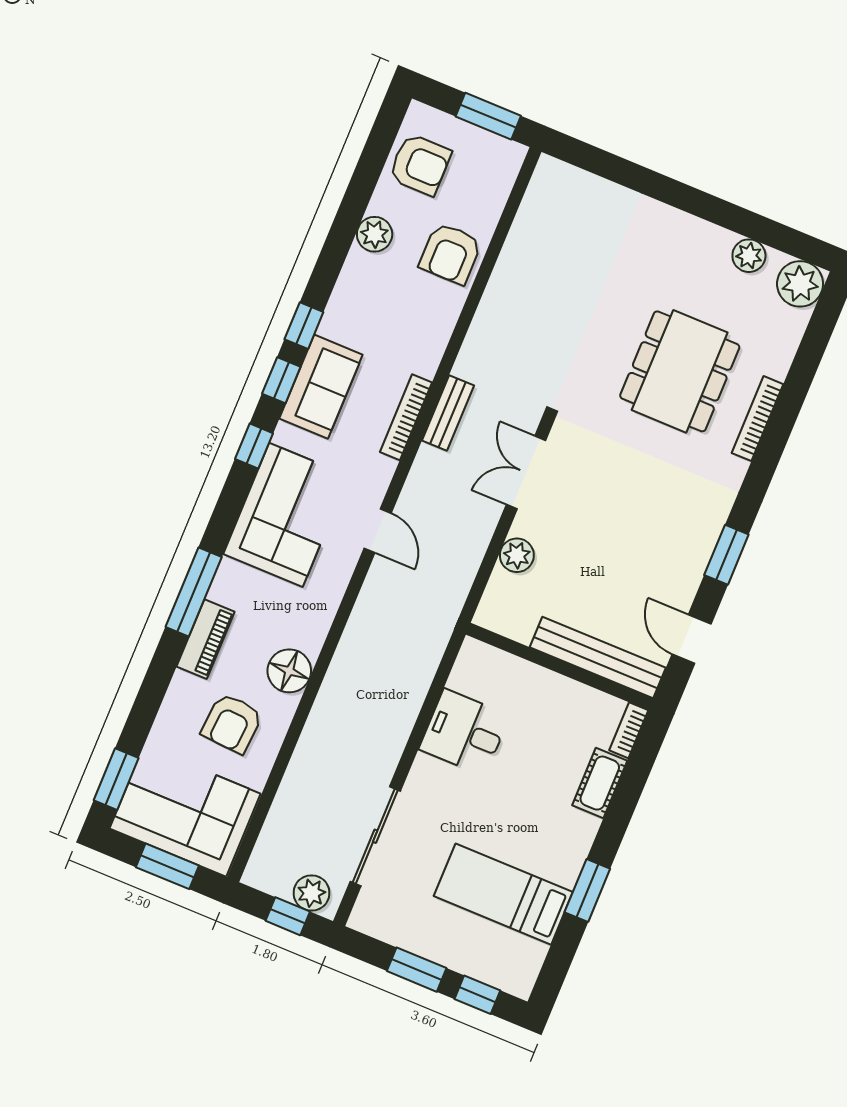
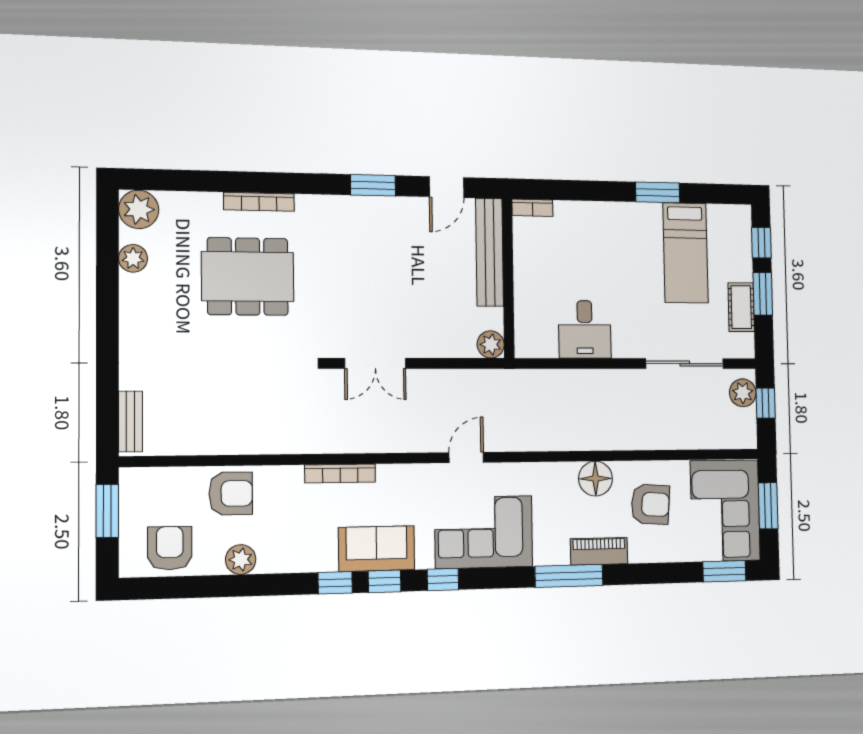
bench: (448, 413) -> (131, 421), moved, turned 90
bookcase: (406, 417) -> (340, 473), moved
plant: (517, 555) -> (491, 344), moved
cot: (600, 783) -> (741, 307), moved, turned 90

